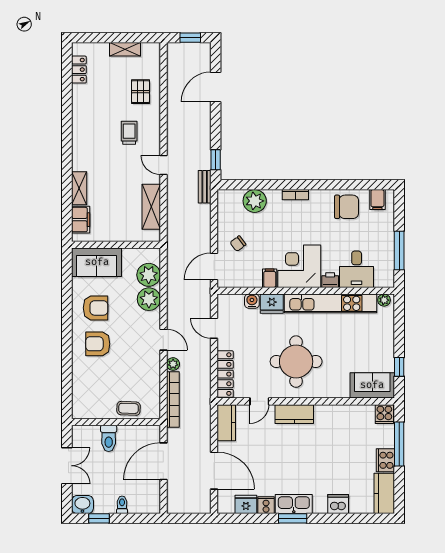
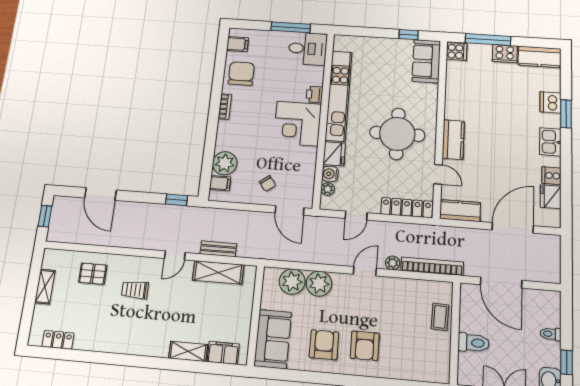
bench: (205, 187) -> (218, 249), moved
bookcase: (295, 195) -> (225, 107), moved
desk: (357, 269) -> (308, 49), moved
filing cabinet: (270, 278) -> (220, 183), moved, turned 180
plant: (384, 300) -> (328, 189), moved
kitchen sink: (294, 504) -> (550, 142), width x0.73
window: (293, 518) -> (566, 114), moved

